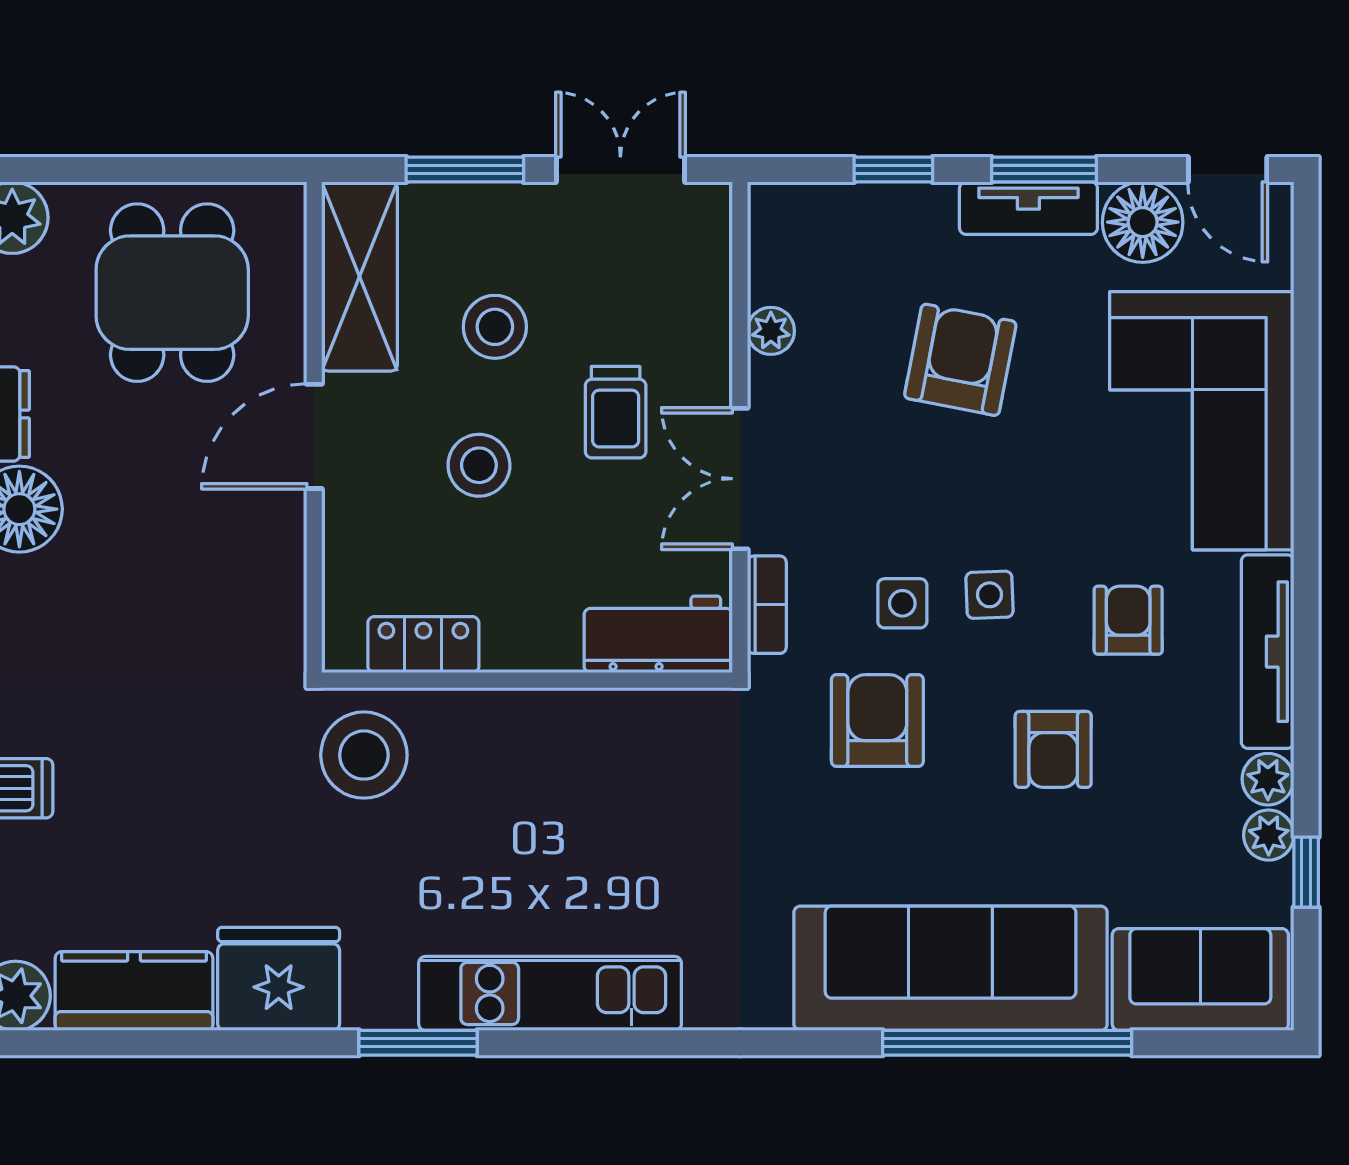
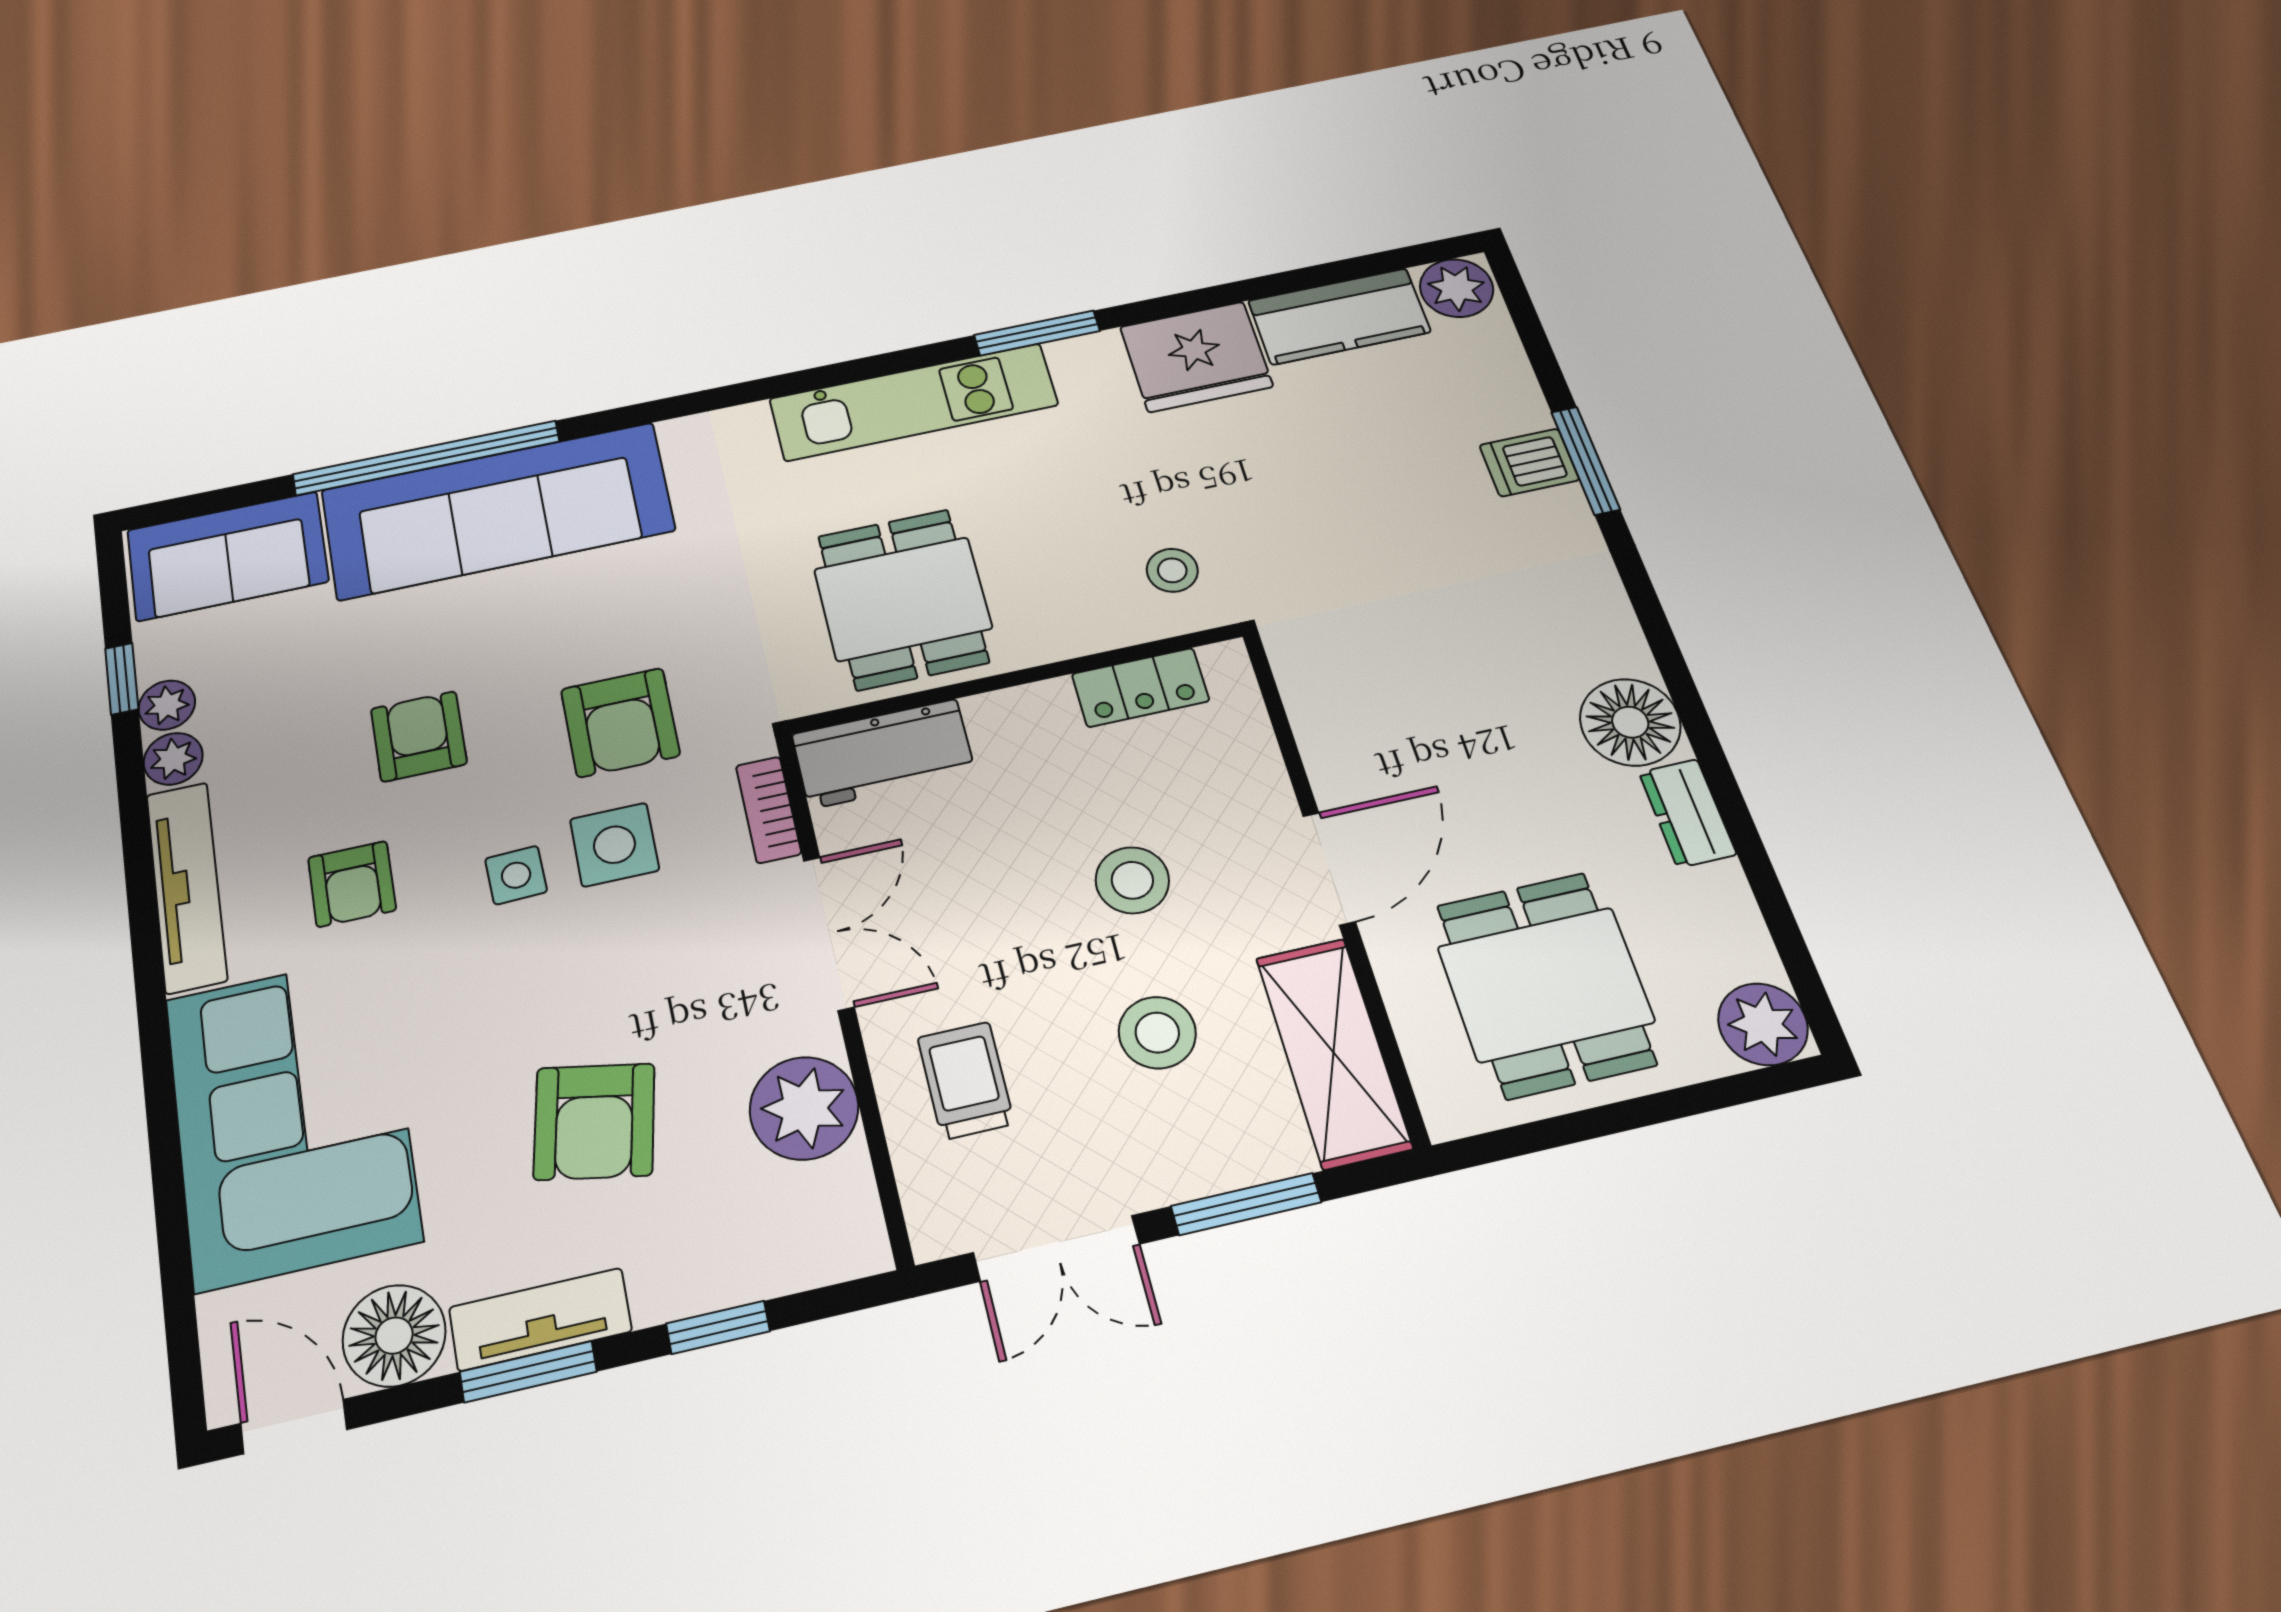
plant: (771, 331) -> (804, 1108), width x1.87, depth x1.87
trolley: (616, 412) -> (966, 1081), moved
side table: (902, 603) -> (614, 845), width x1.37, depth x1.37
stool: (364, 755) -> (1172, 570), width x0.53, depth x0.53
dining table: (607, 785) -> (903, 599), added

